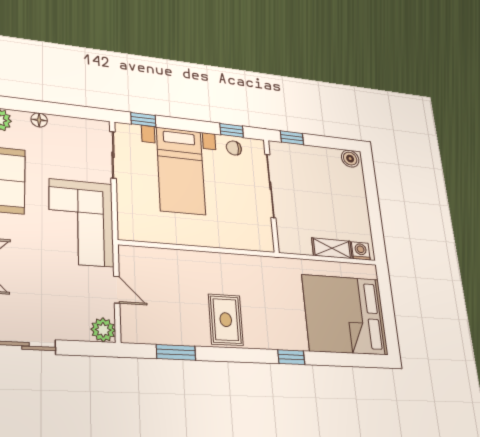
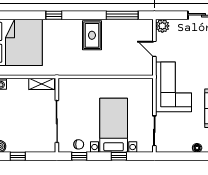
window: (143, 120) -> (119, 156), moved
window: (292, 138) -> (18, 156), moved
shelving: (332, 248) -> (42, 84), moved
window: (176, 352) -> (122, 15), width x1.44

